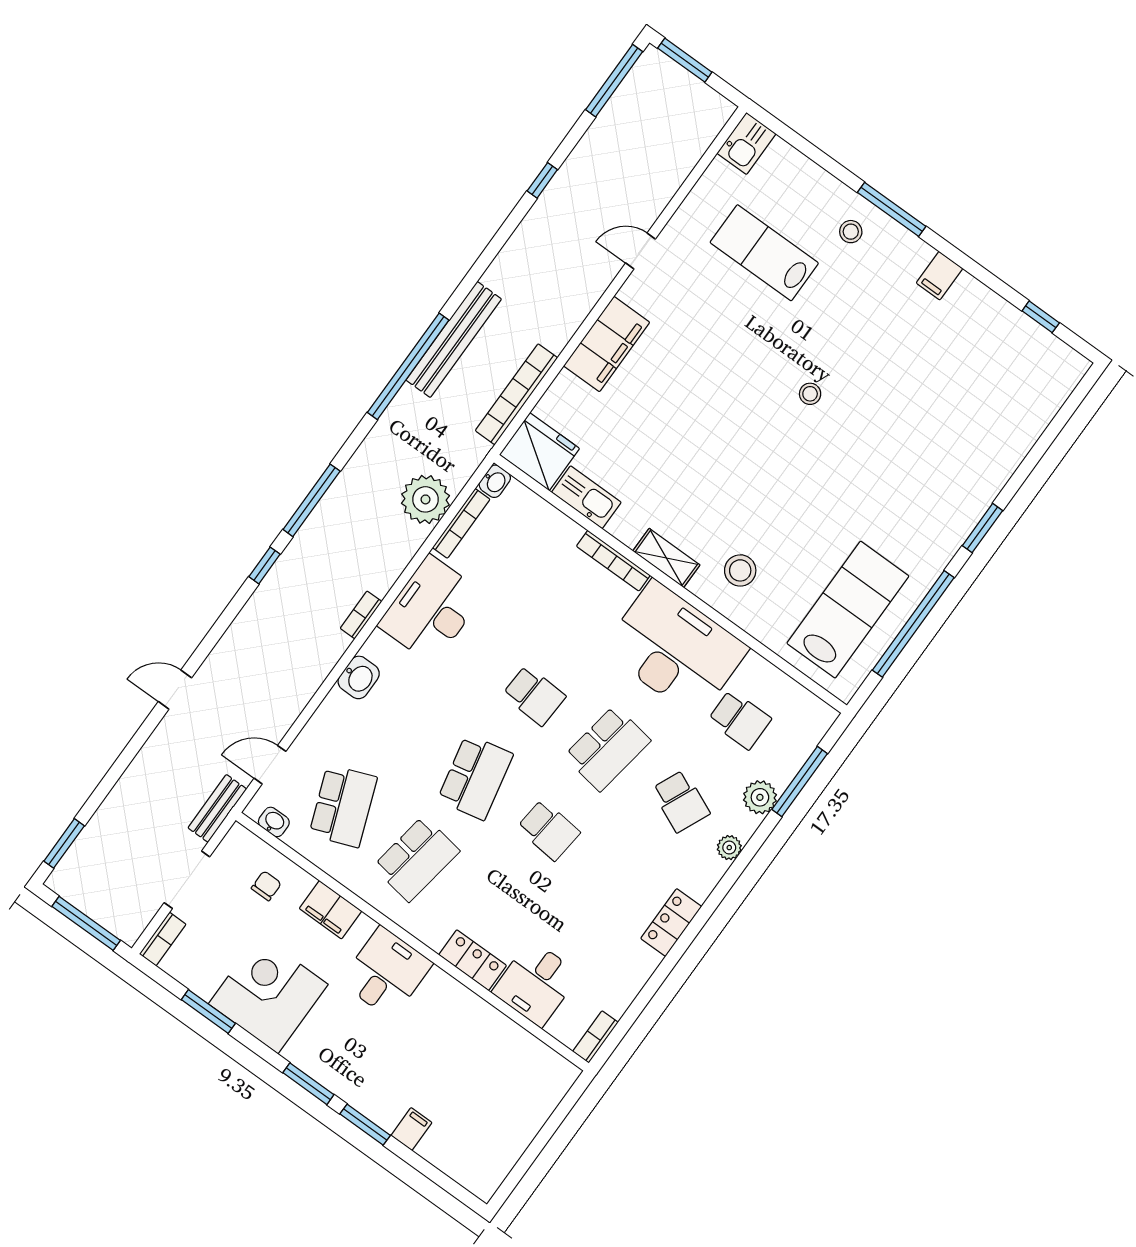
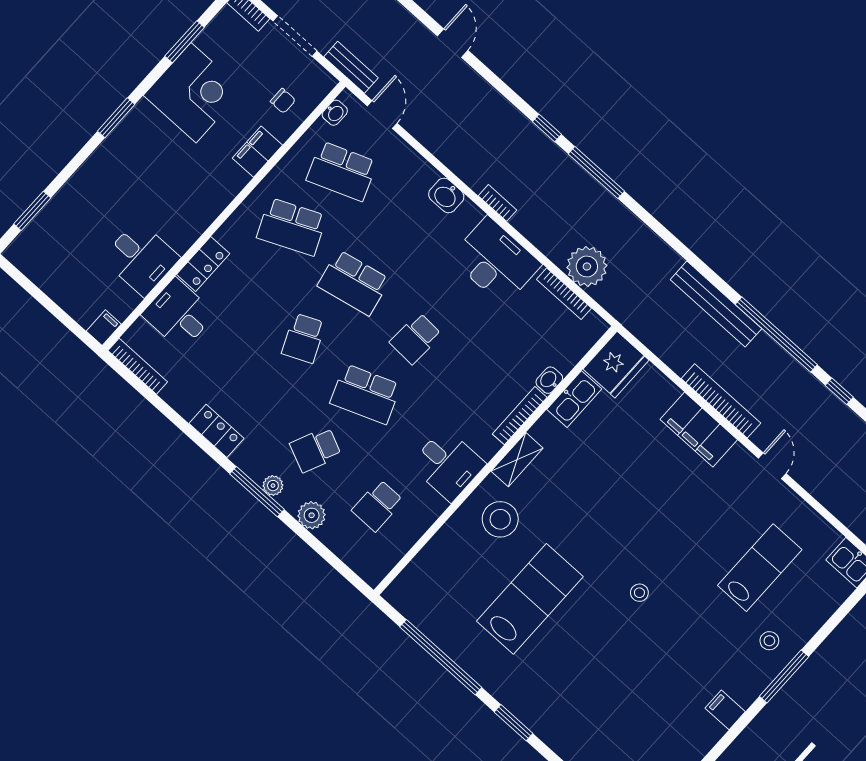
window: (408, 366) -> (776, 334), moved
bookcase: (516, 394) -> (721, 401), moved
washbasin: (495, 481) -> (549, 380), moved, turned 90
stool: (740, 570) -> (500, 519), width x1.38, depth x1.38
lab bench: (848, 610) -> (530, 599), moved, turned -90
desk: (675, 649) -> (448, 465), width x0.53, depth x0.77
school desk: (607, 748) -> (366, 394), turned -30
window: (800, 781) -> (257, 492), moved
school desk: (548, 830) -> (304, 338), turned -30
school desk: (416, 859) -> (292, 227), turned -33
desk: (386, 973) -> (141, 258), moved
bookcase: (595, 1037) -> (138, 366), width x1.56
window: (365, 1125) -> (32, 211), moved
filing cabinet: (411, 1129) -> (104, 328), moved, turned -90

